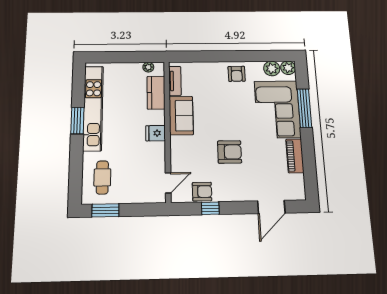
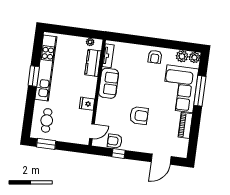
fridge: (156, 133) -> (87, 104), moved
armchair: (202, 192) -> (115, 141), turned 180

